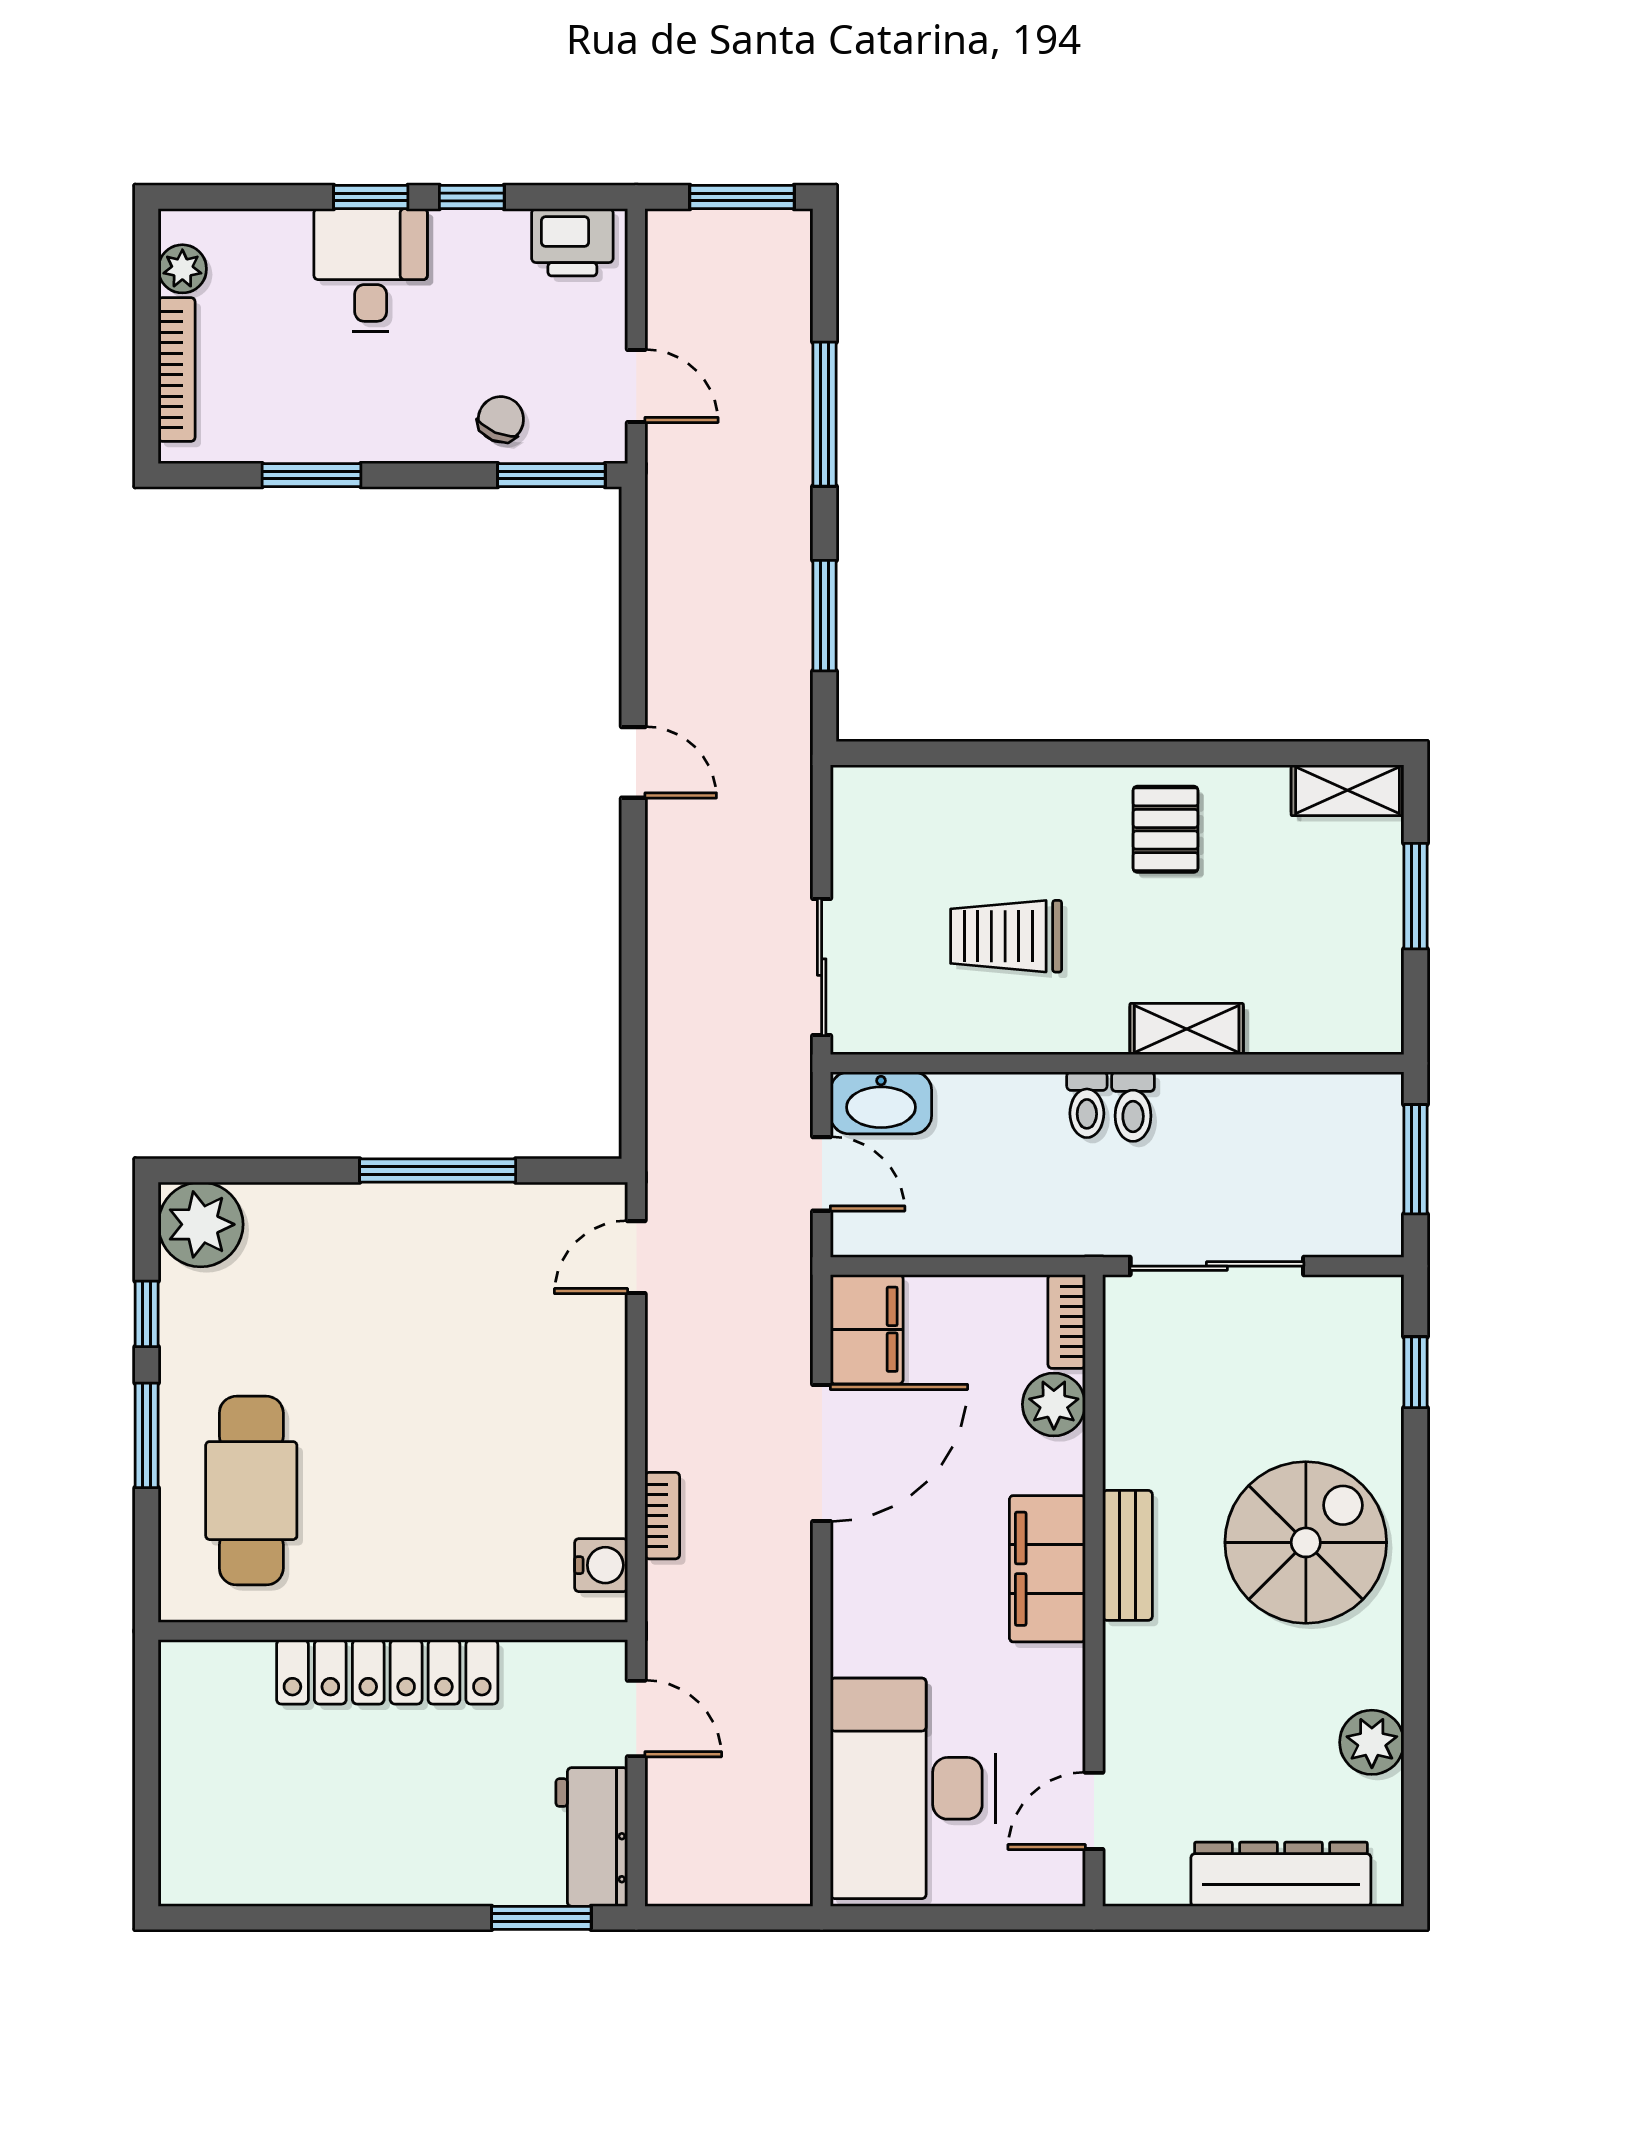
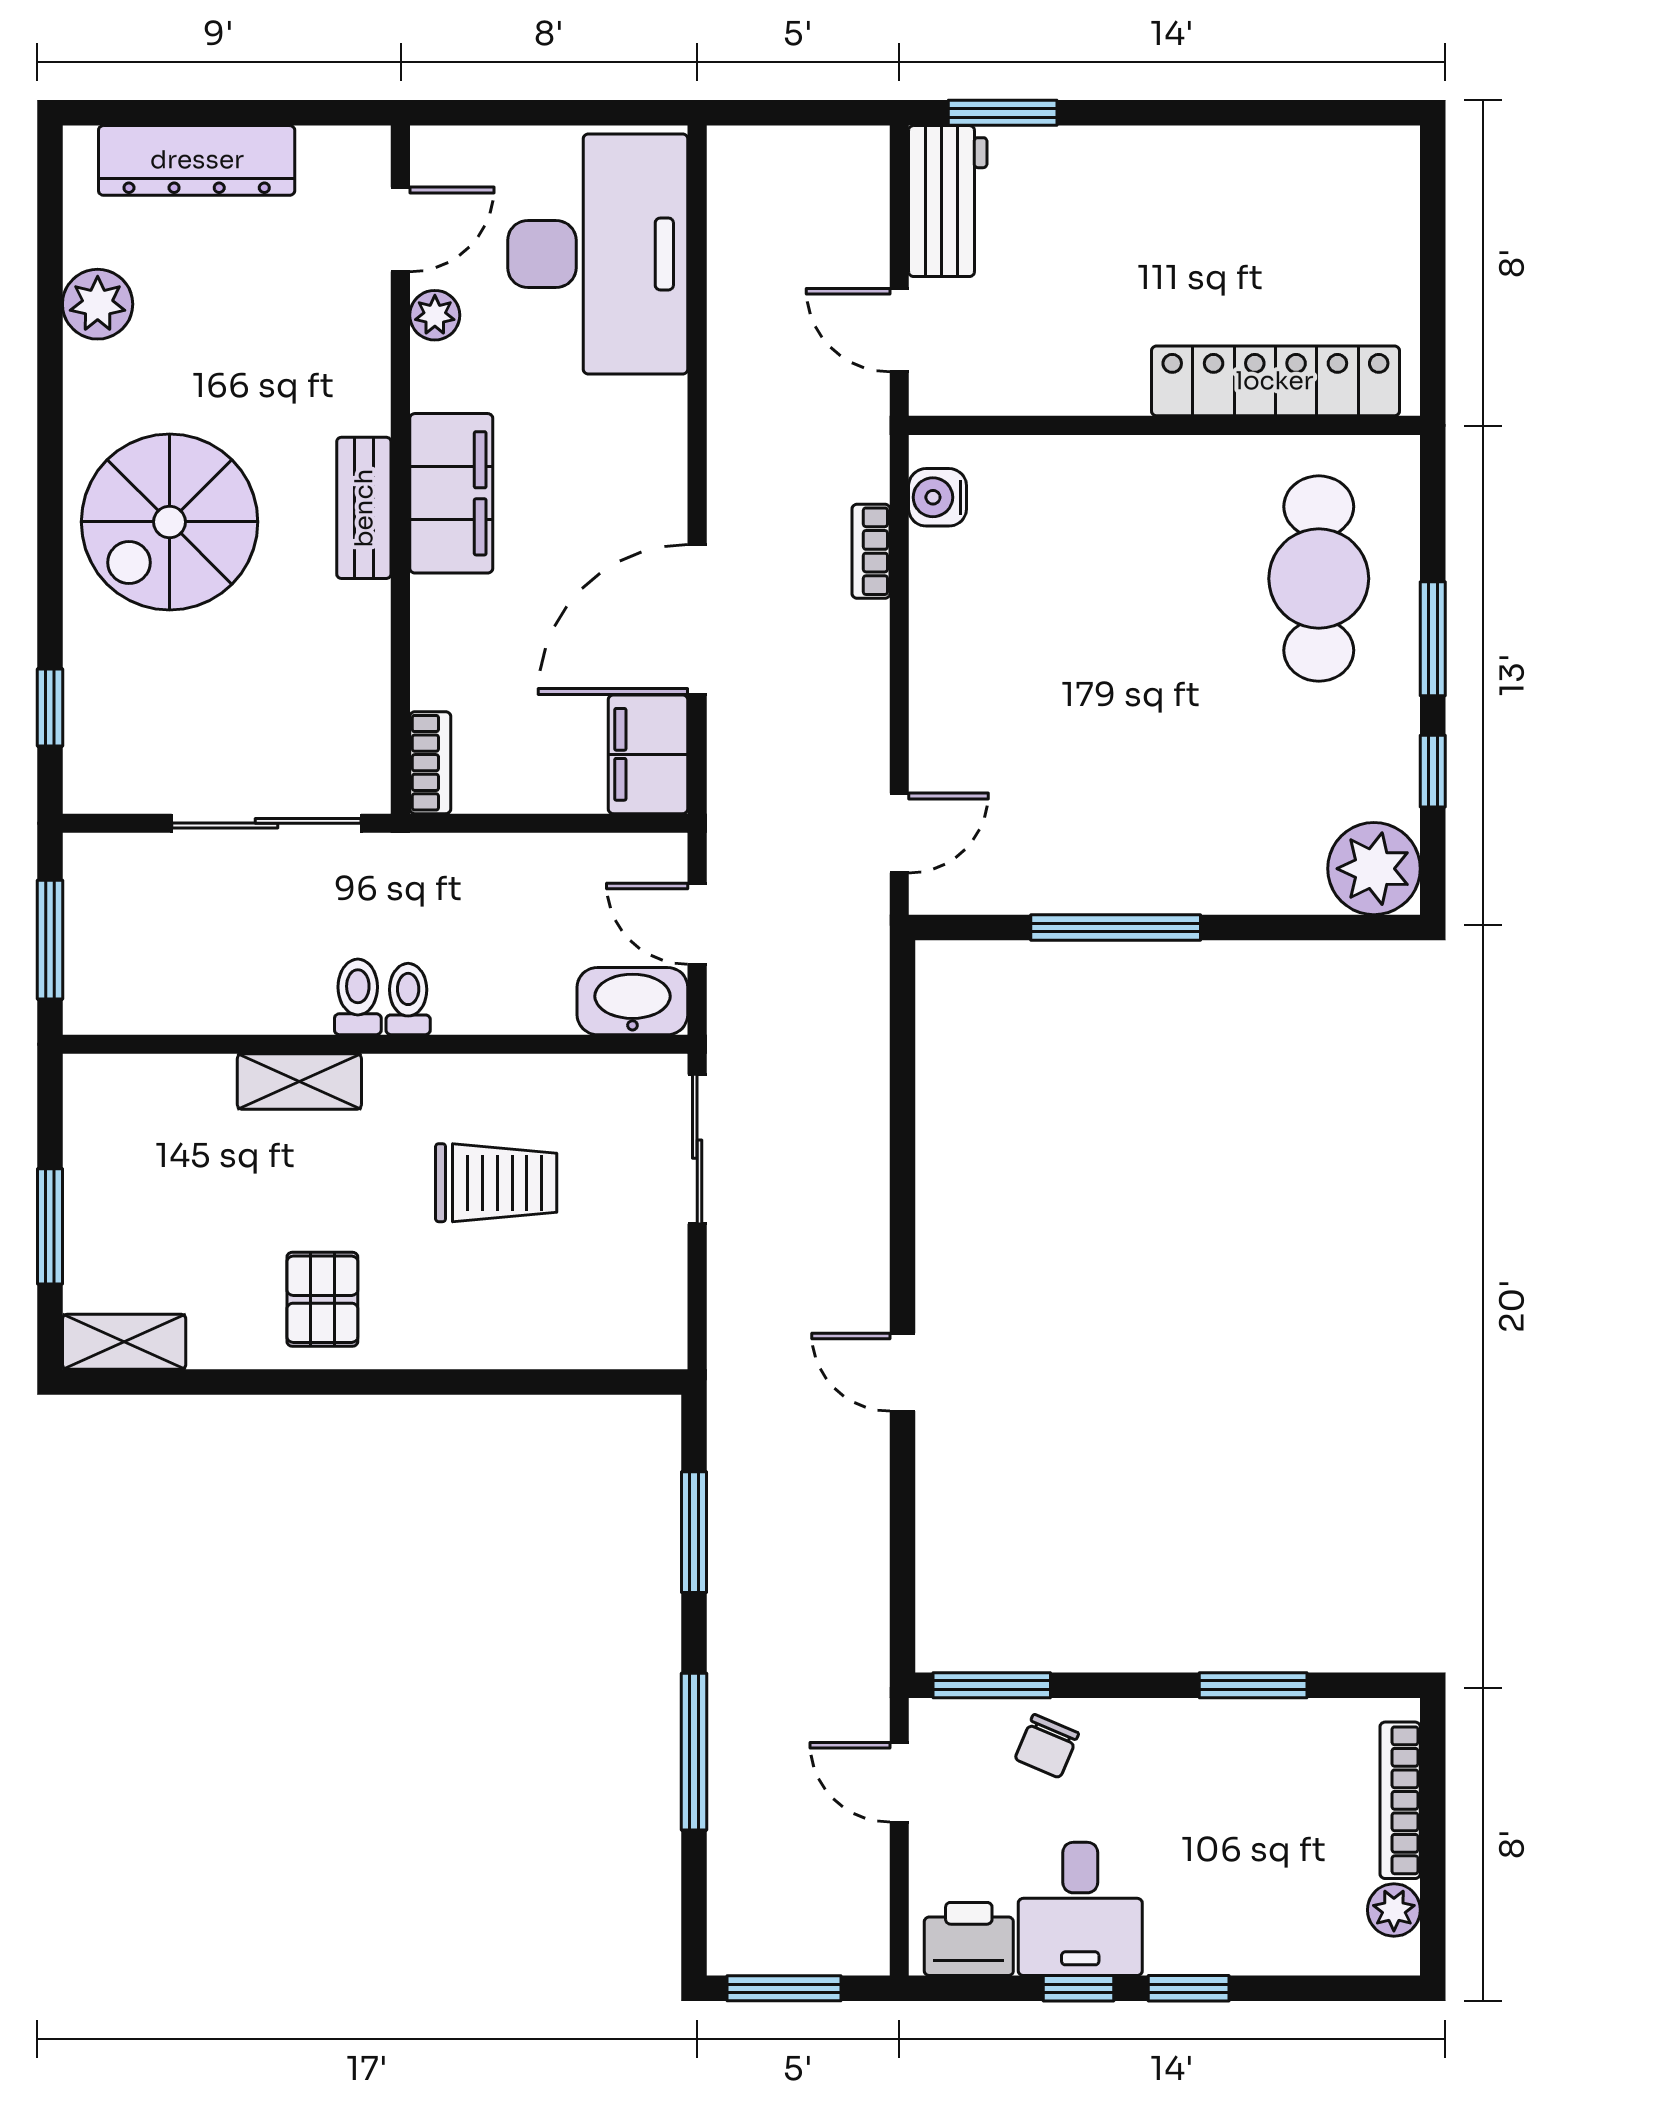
desk: (371, 270) -> (1080, 1909), moved
plant: (1054, 1404) -> (435, 315), moved, width x0.73, depth x0.73
locker: (387, 1672) -> (1275, 381), moved

